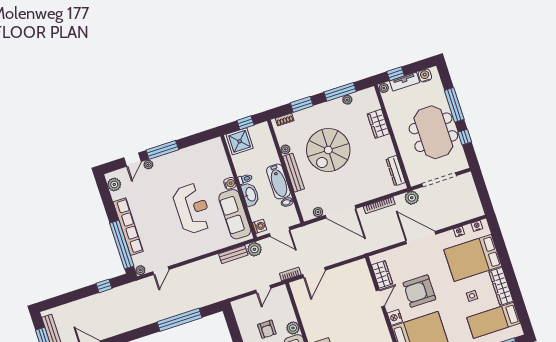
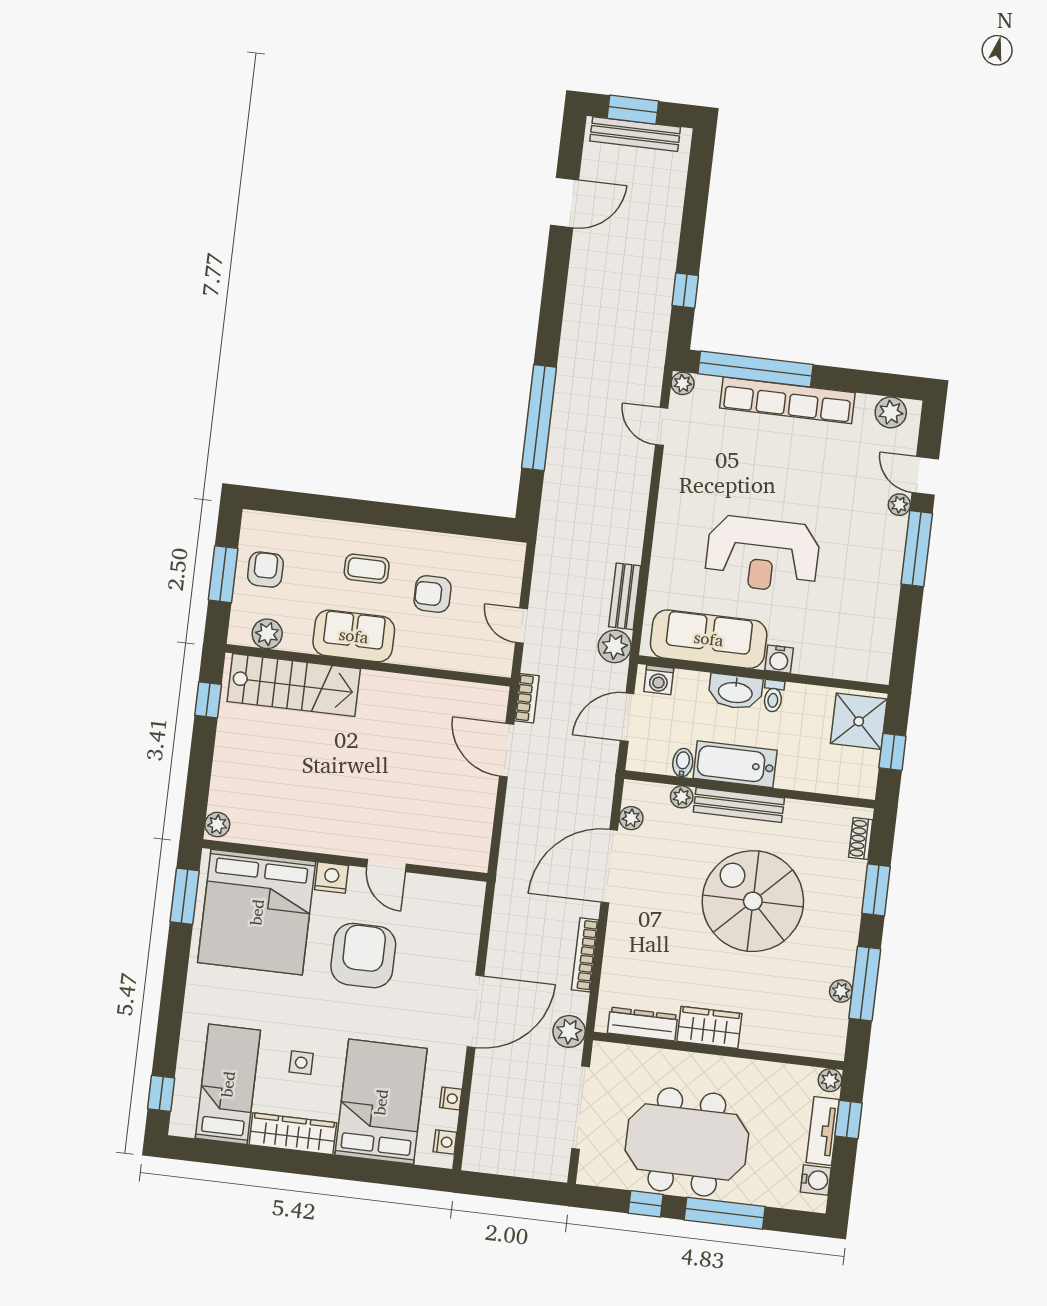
wardrobe: (378, 124) -> (709, 1027), moved
plant: (285, 149) -> (682, 797), moved
wardrobe: (382, 274) -> (436, 893), removed
plant: (293, 328) -> (410, 651), removed

